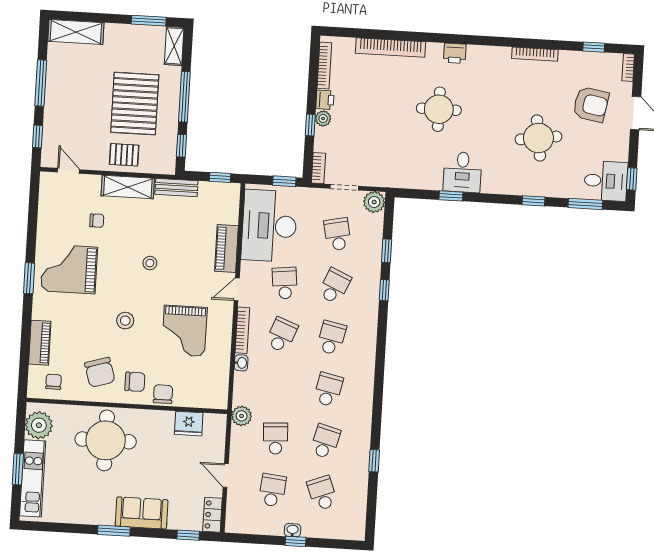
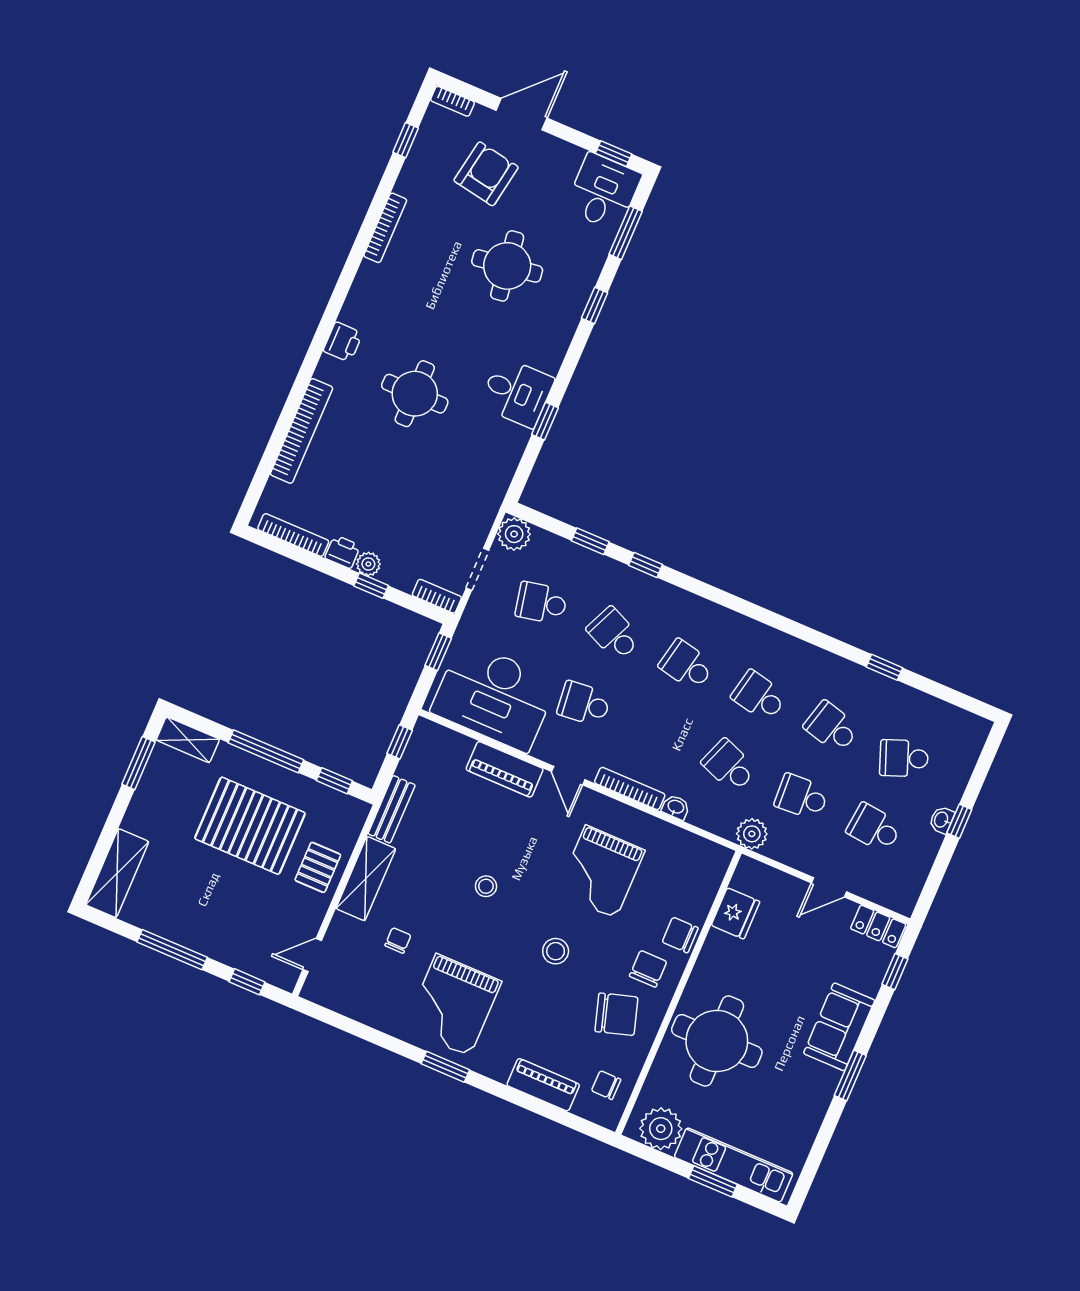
grand piano: (184, 331) -> (601, 872), turned 90
school desk: (282, 335) -> (729, 766), moved

